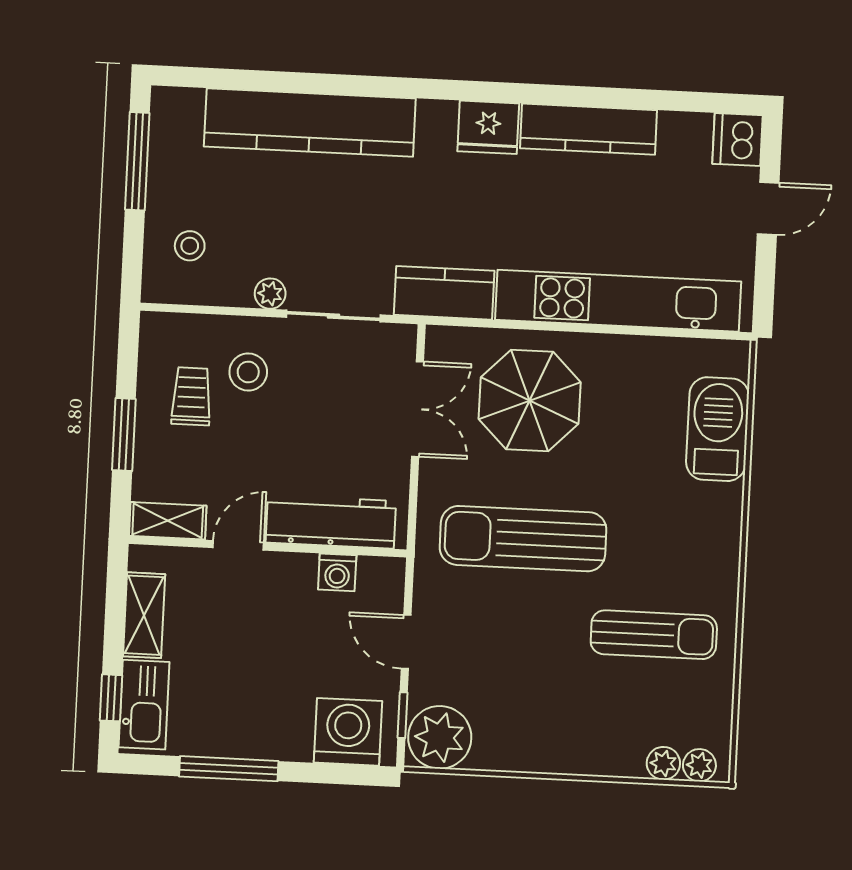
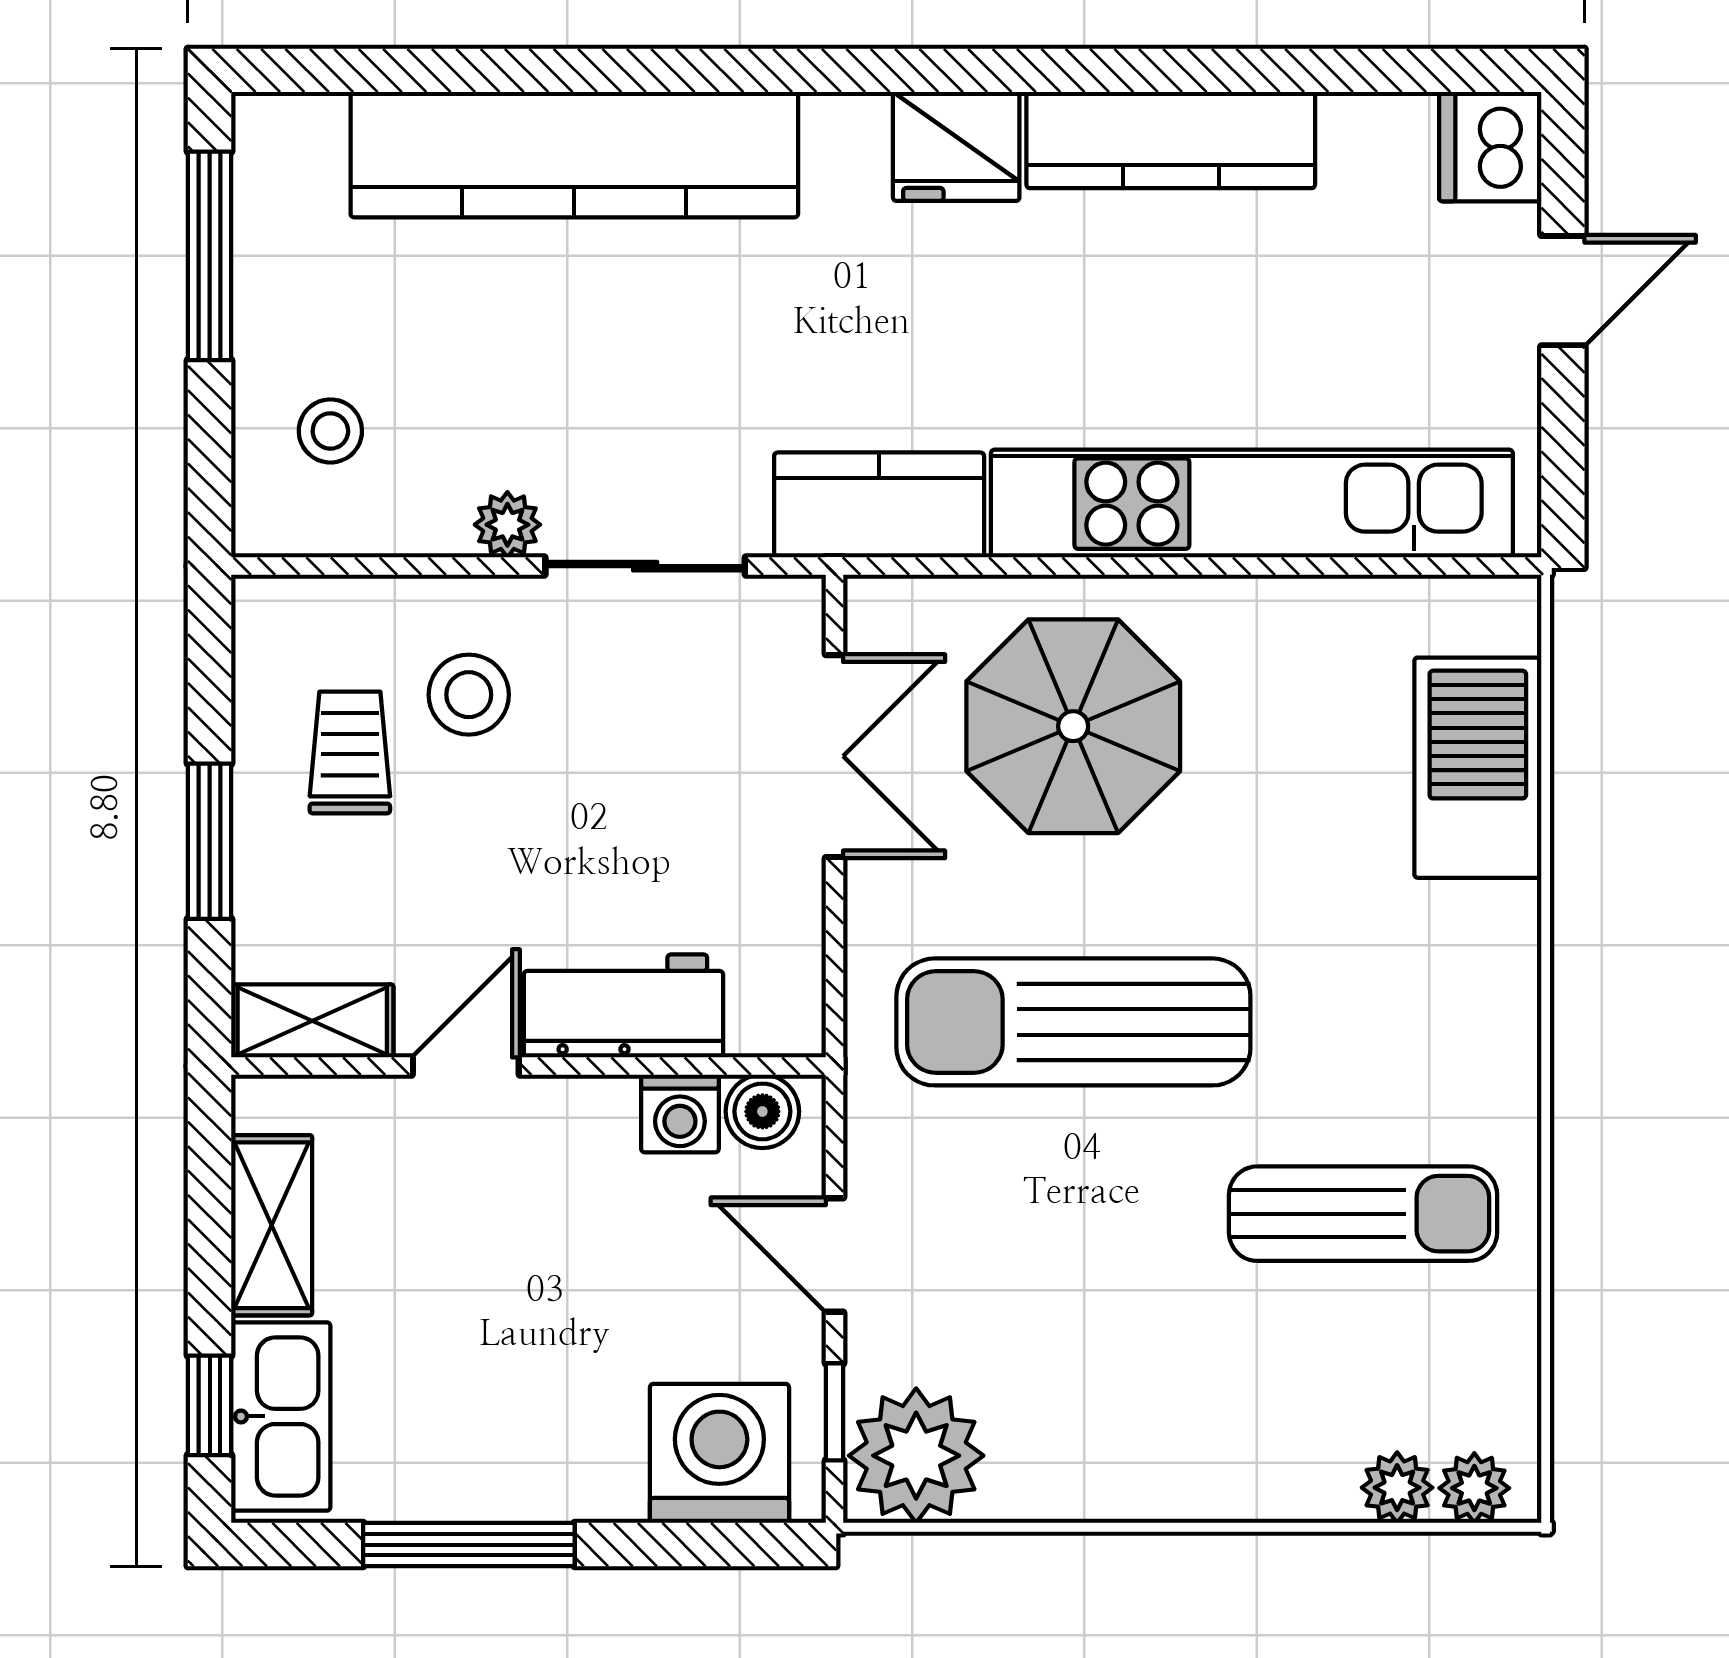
workbench: (331, 522) -> (623, 1006), width x0.73
boiler: (376, 573) -> (762, 1111), added

